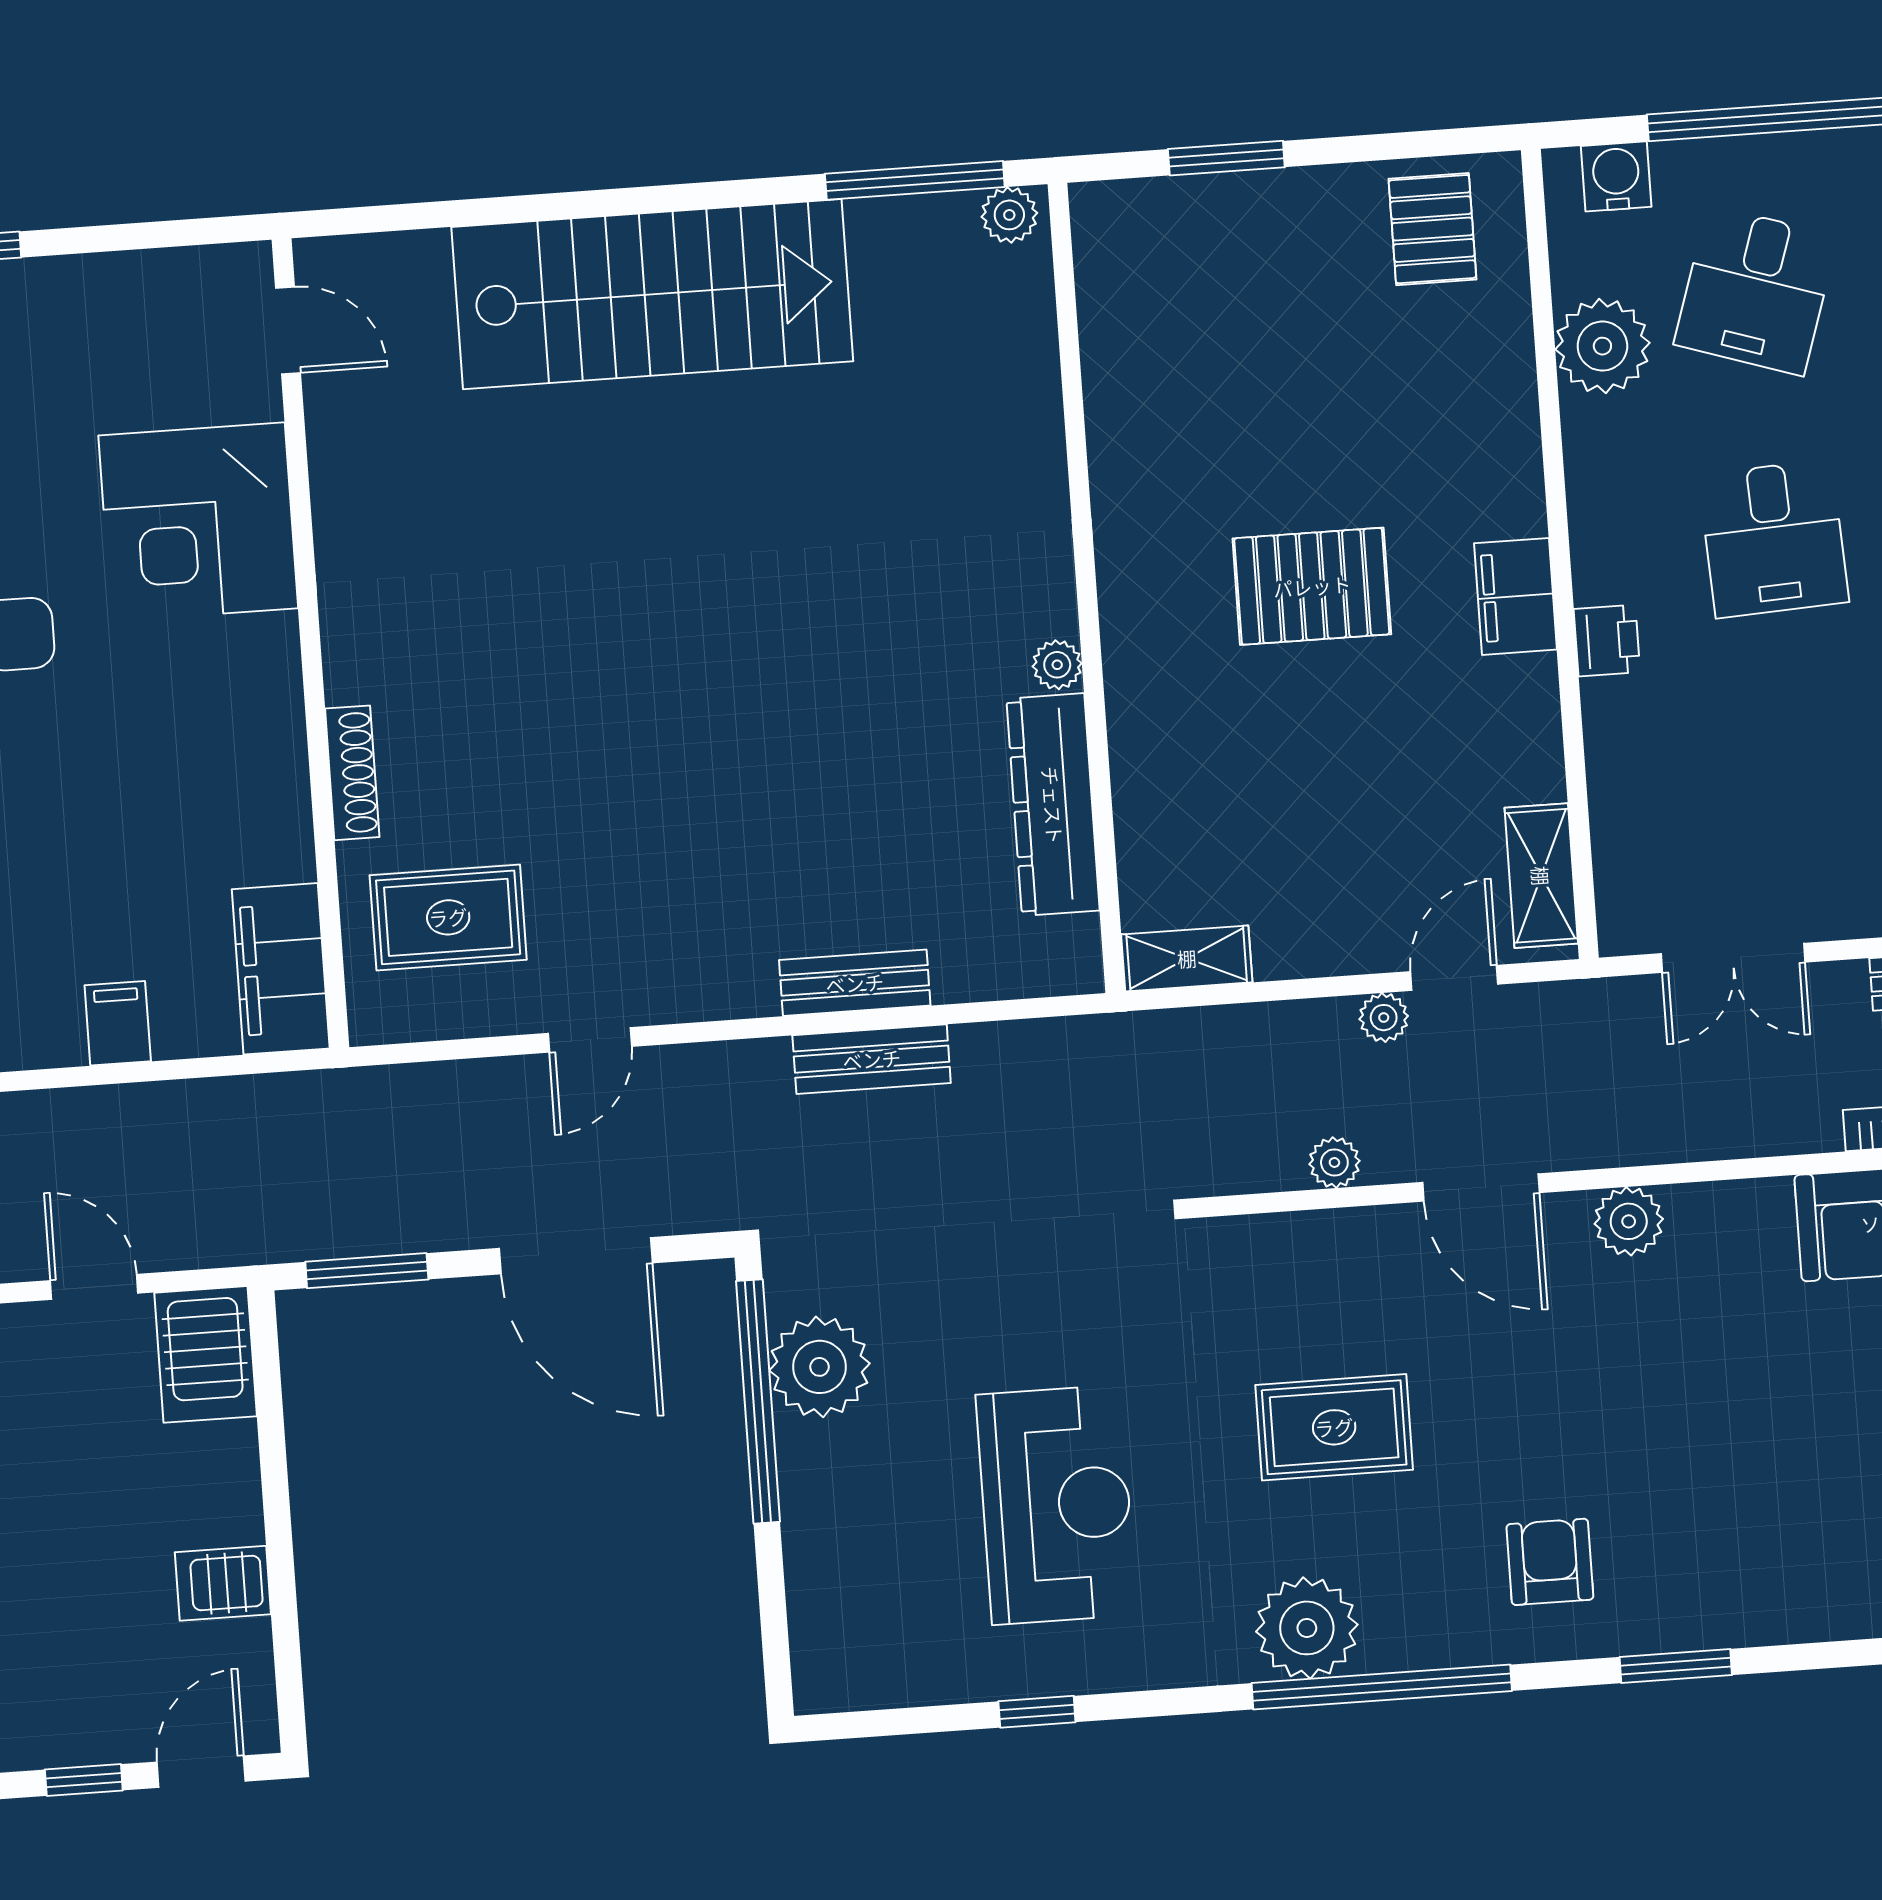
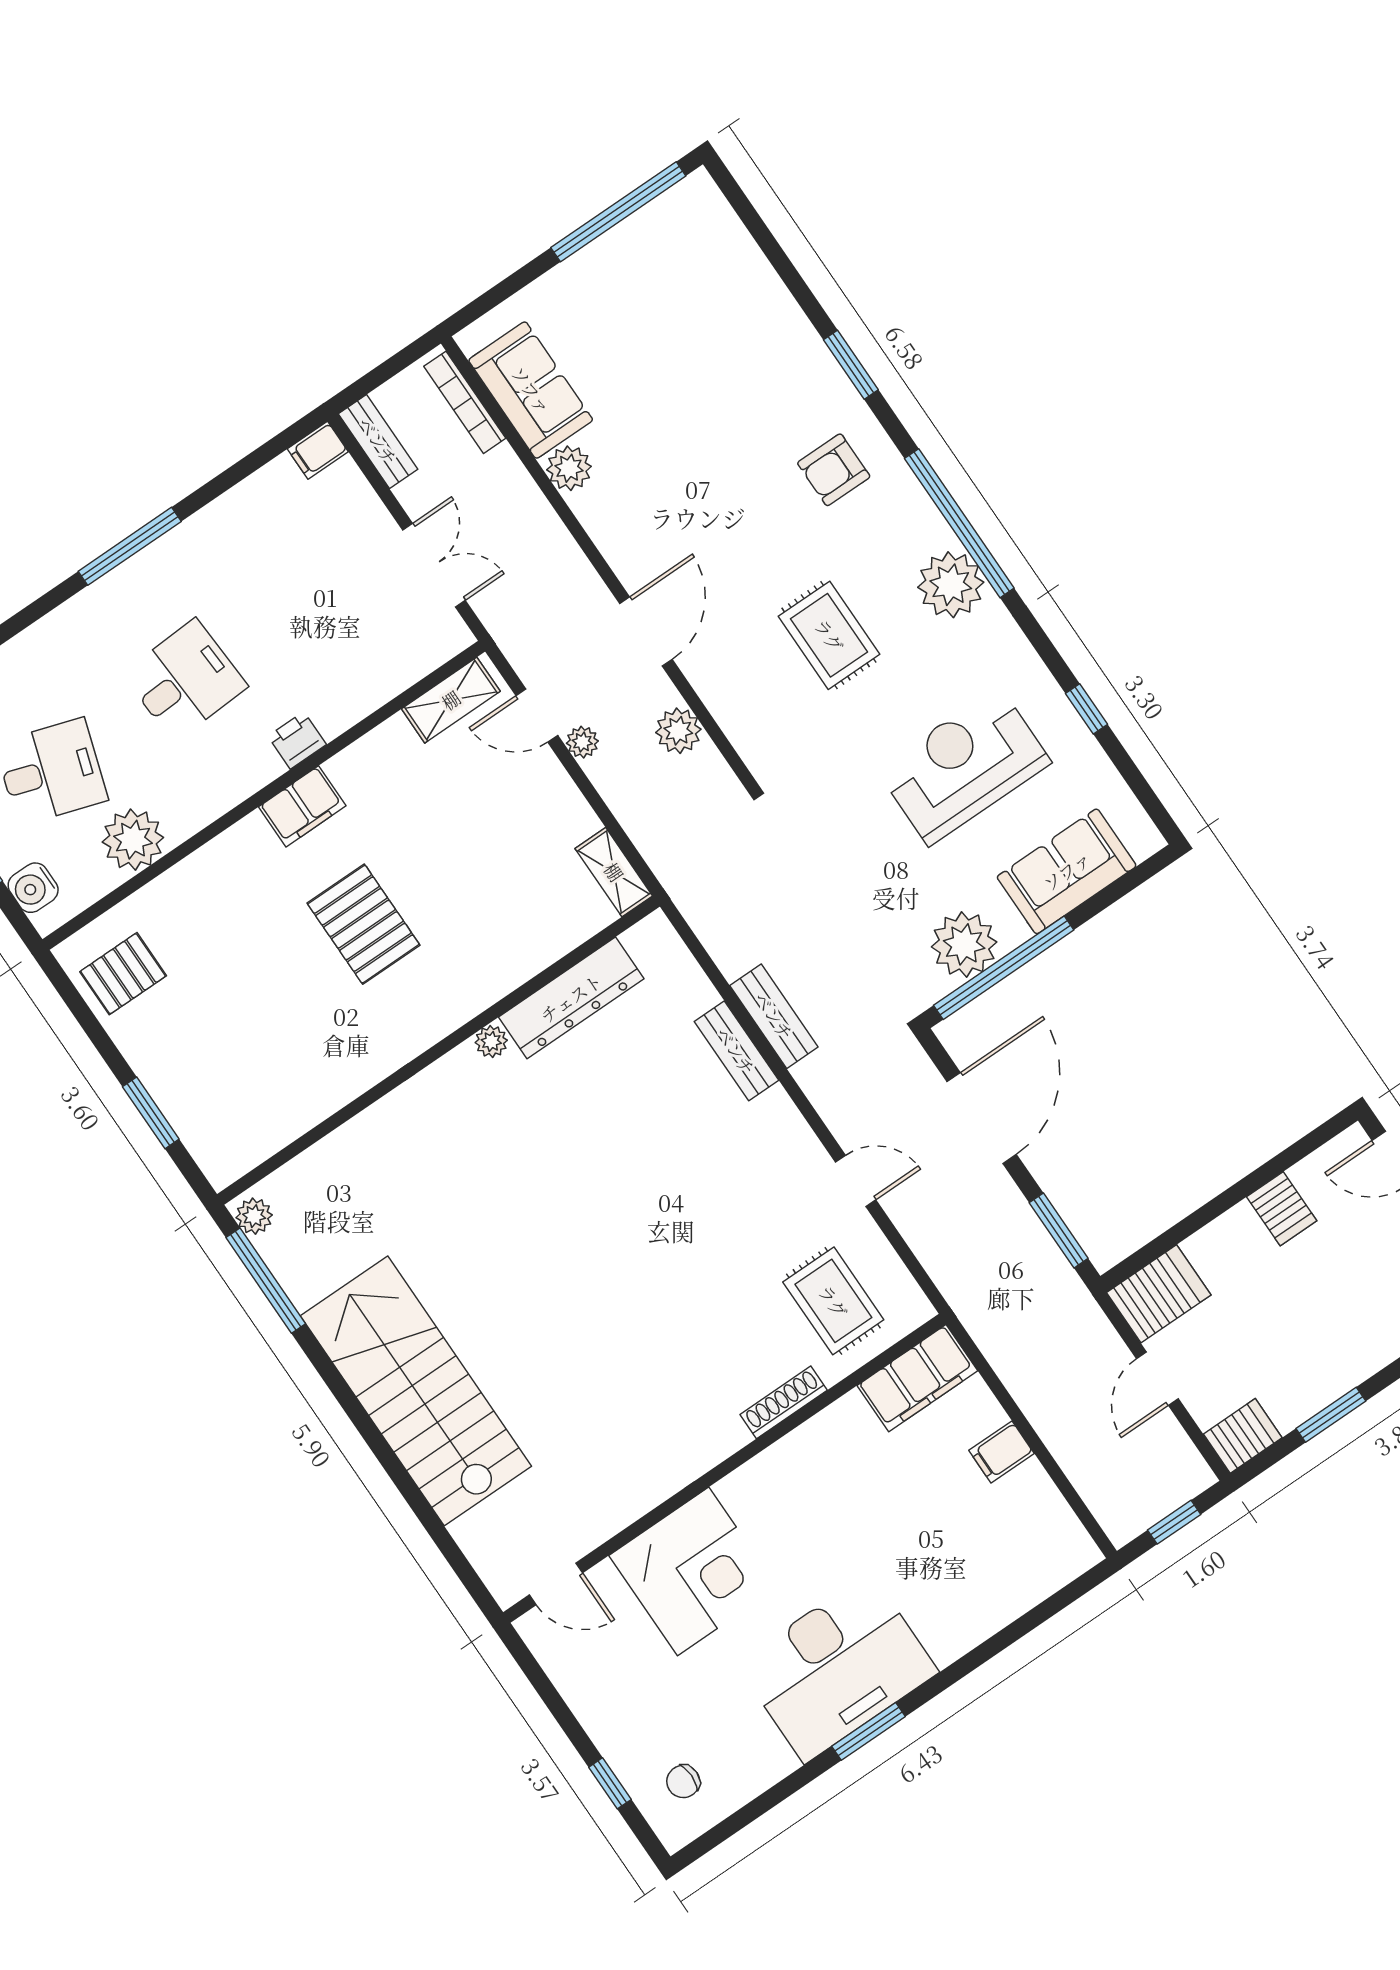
door: (288, 330) -> (556, 1584), swing flipped
plant: (1334, 1162) -> (678, 731), width x1.38, depth x1.38
plant: (1629, 1221) -> (569, 468), moved
sofa: (837, 1559) -> (1067, 871), added

